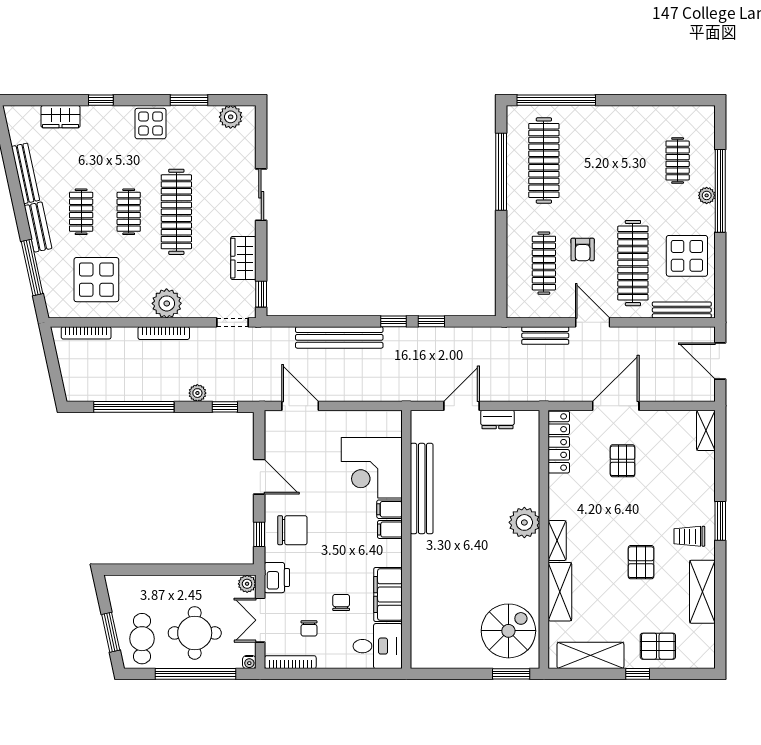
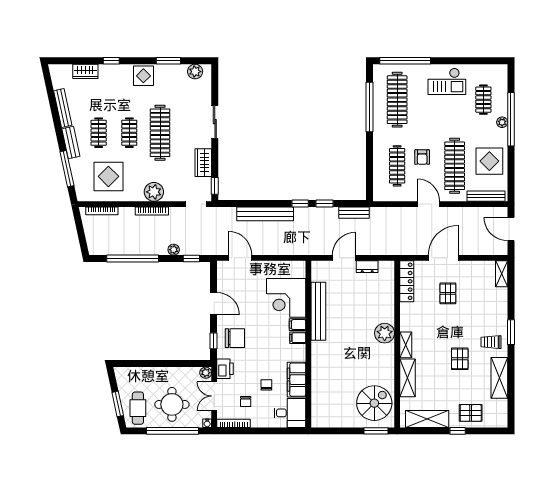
checkout: (621, 132) -> (447, 81), added
bench: (545, 336) -> (354, 213), moved

